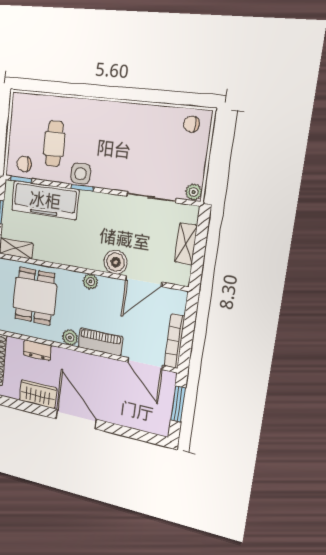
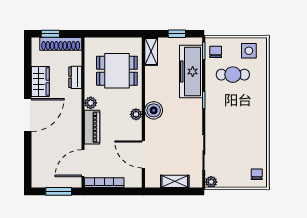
side table: (81, 174) -> (249, 51), moved
boiler: (116, 262) -> (154, 110), moved

